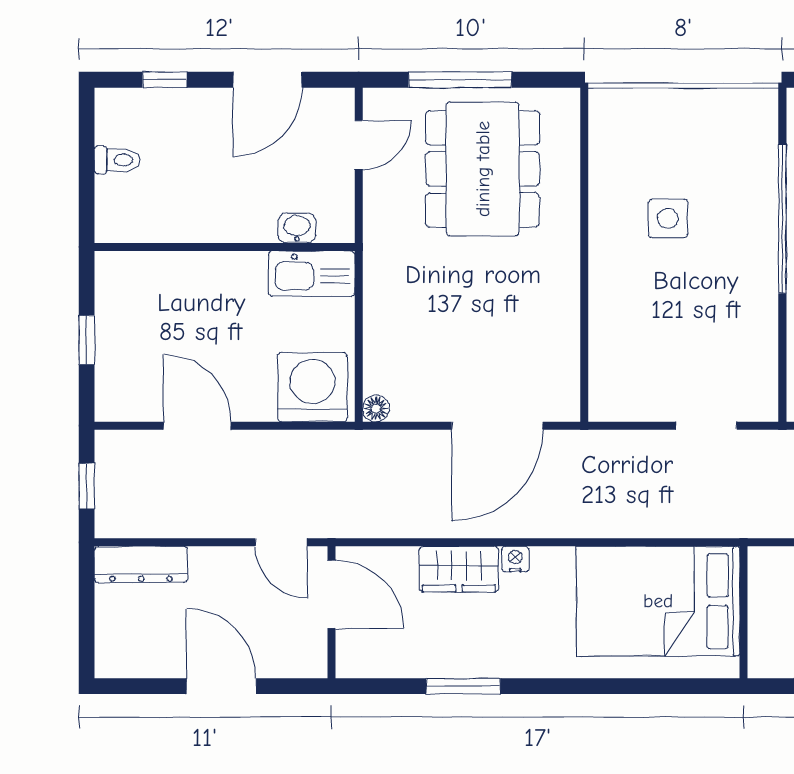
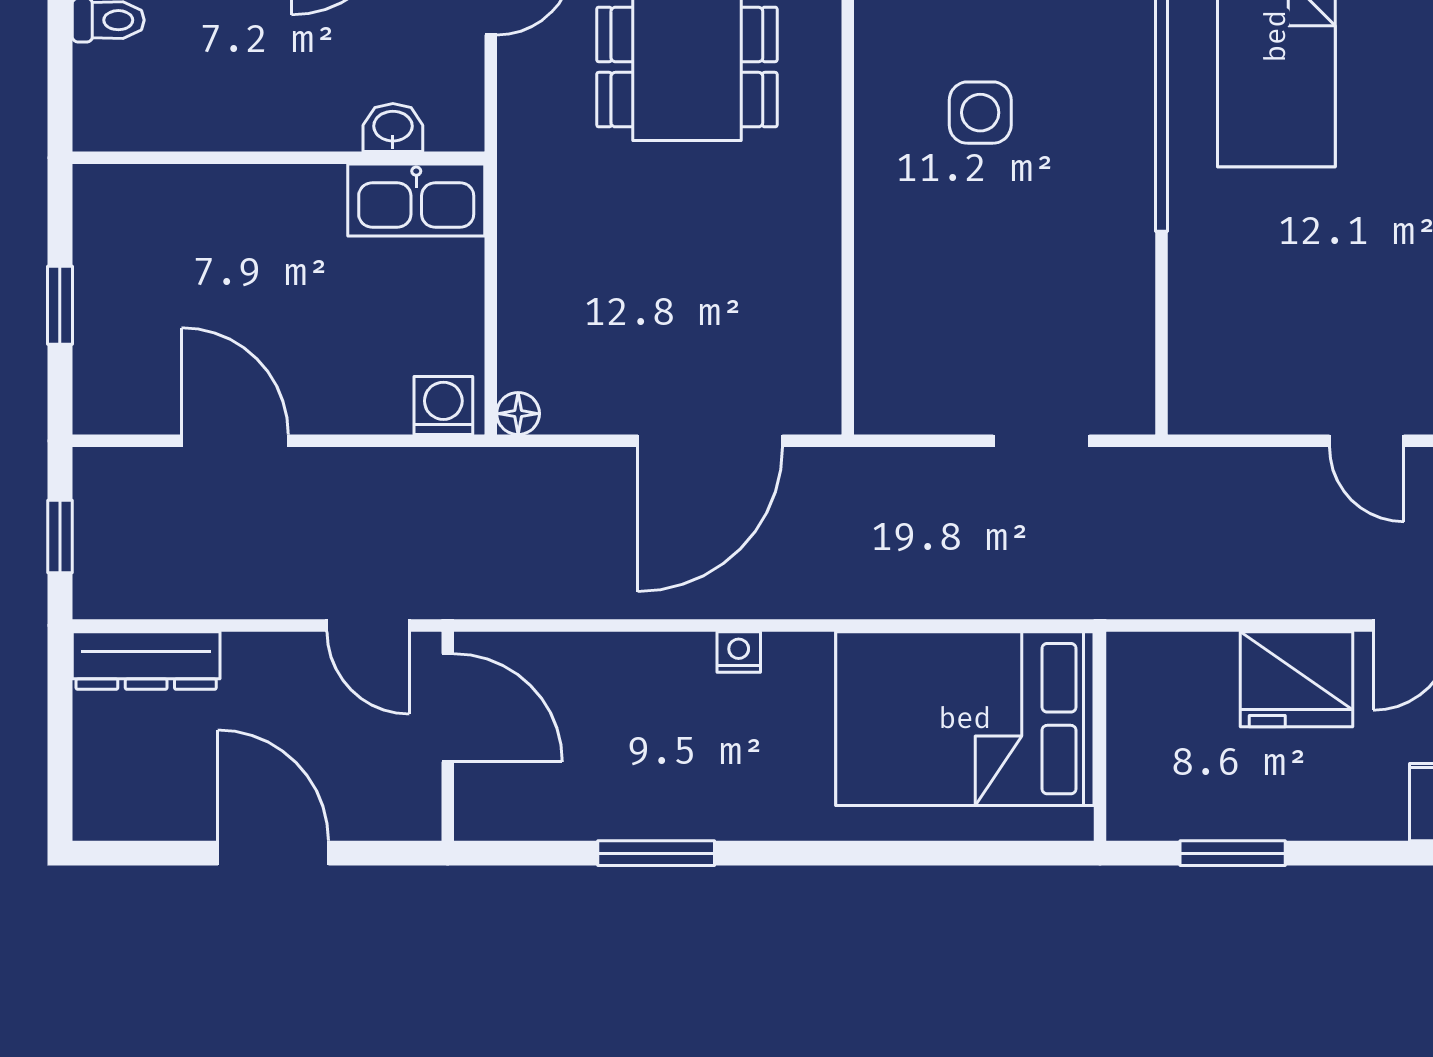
washing machine: (312, 387) -> (443, 406), width x0.53, depth x0.53
wardrobe: (459, 569) -> (649, 668), removed

